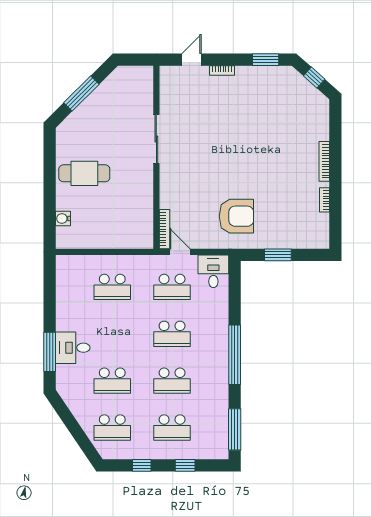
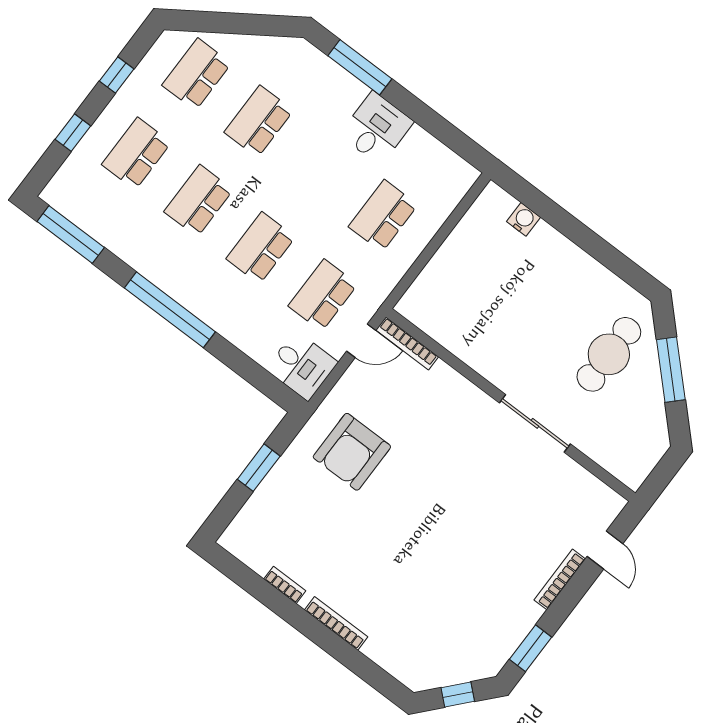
bookcase: (222, 70) -> (560, 579), width x1.56
cafe table: (84, 173) -> (609, 354), moved
desk: (73, 348) -> (376, 128), moved

